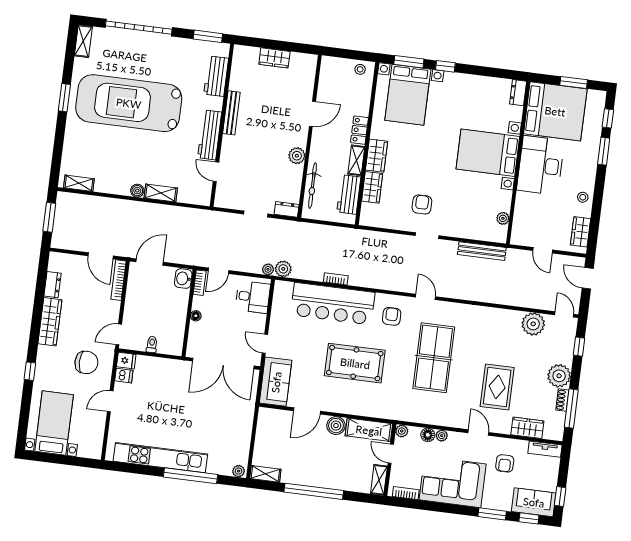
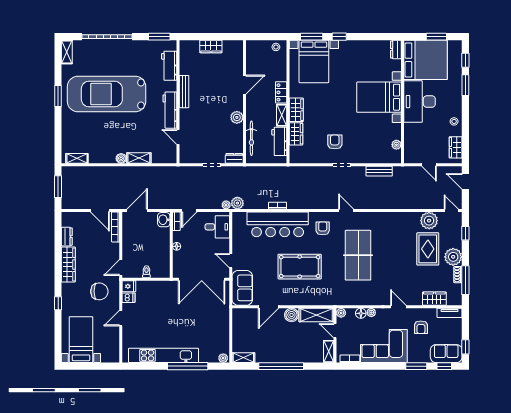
bench: (482, 251) -> (379, 171), width x0.73
rug: (497, 387) -> (428, 249), moved

